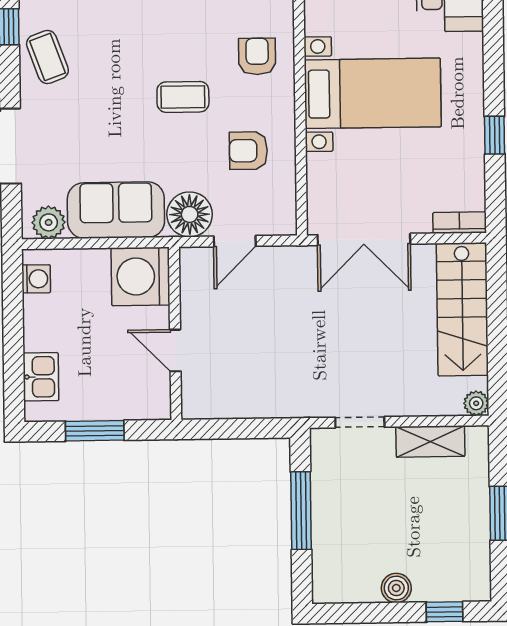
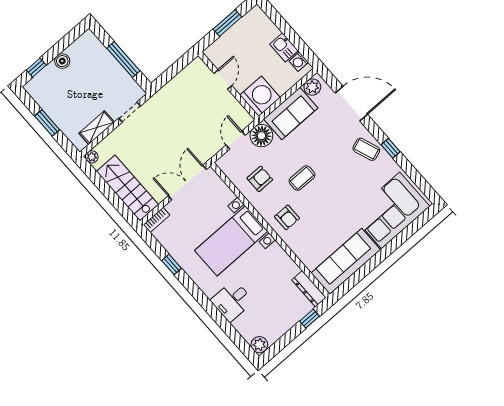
door: (175, 351) -> (223, 79), hinge flipped
kitchen sink: (41, 377) -> (284, 47), moved

